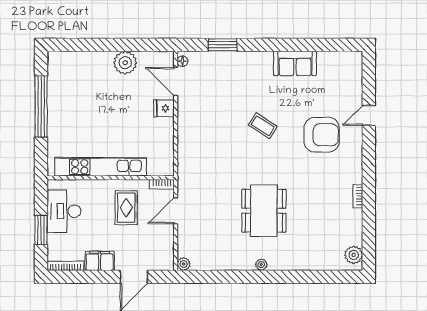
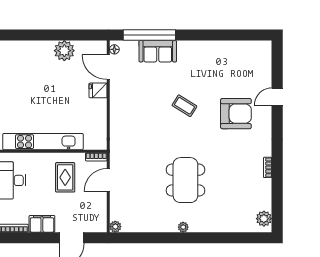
window: (223, 45) -> (149, 35), width x2.11
sofa: (295, 63) -> (158, 51), moved

